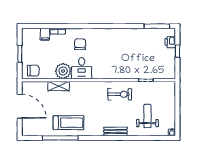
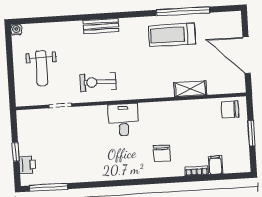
desk: (82, 68) -> (123, 120), moved
plant: (63, 71) -> (185, 112), removed
weight bench: (147, 116) -> (42, 68), moved

